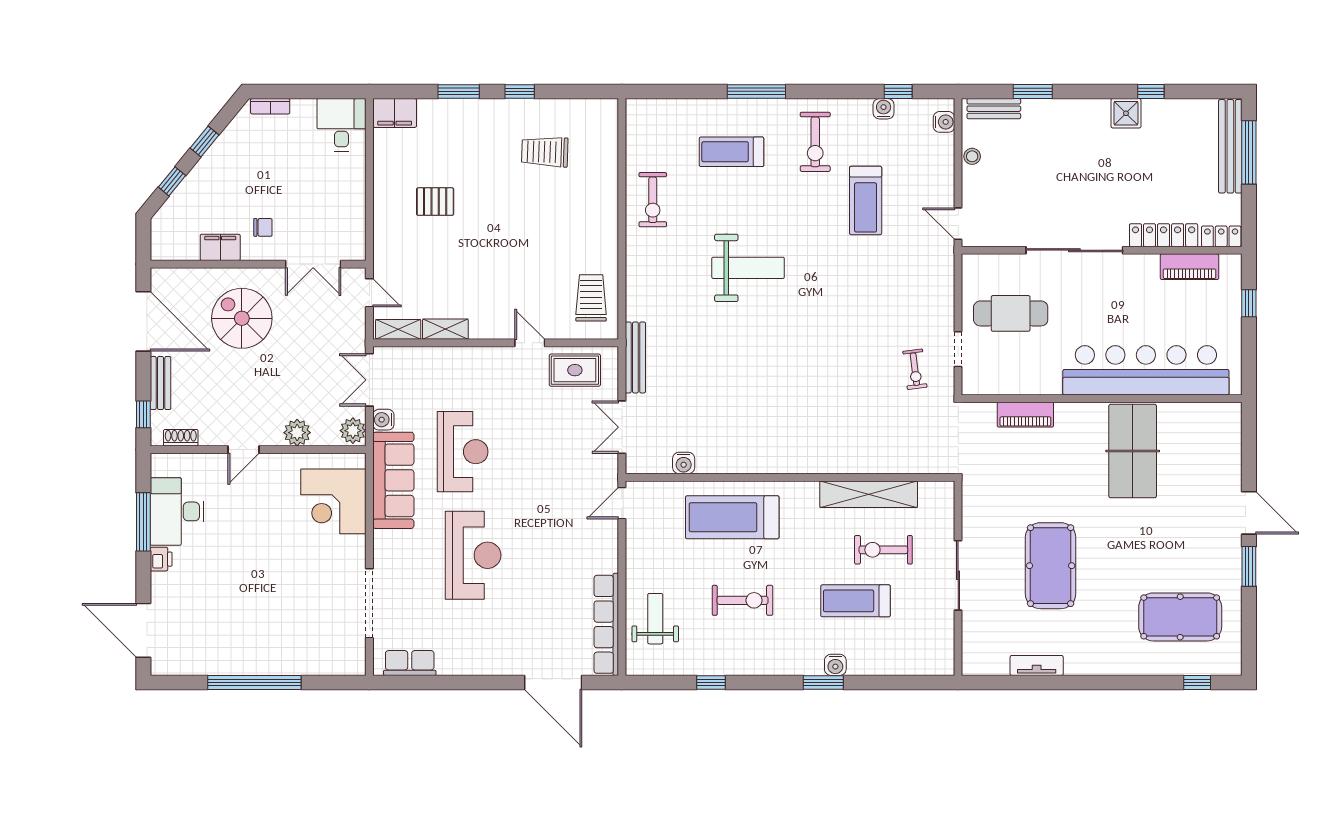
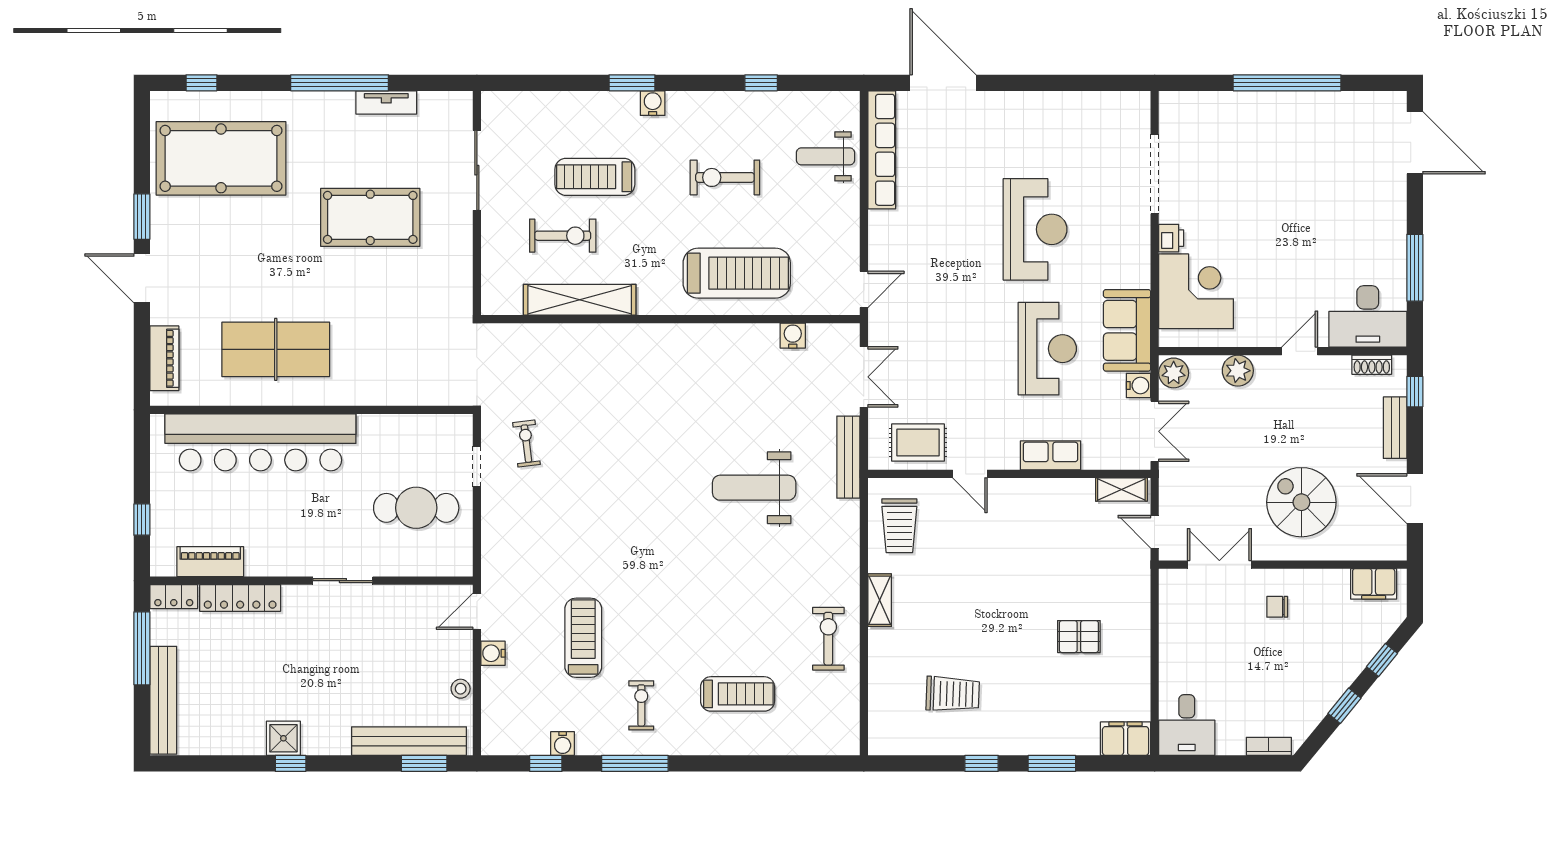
window: (756, 91) -> (635, 763), moved
window: (1033, 91) -> (424, 763), moved
window: (1151, 91) -> (291, 763), moved
bench: (994, 109) -> (409, 741), width x1.86, depth x1.21
water cooler: (944, 122) -> (493, 653), moved
exercise bike: (815, 142) -> (641, 705), width x0.73, depth x0.72
window: (1249, 152) -> (142, 648), moved
door: (958, 224) -> (477, 611), swing flipped
filing cabinet: (220, 247) -> (1374, 584), moved
sliding door: (1074, 250) -> (343, 581), width x0.54
weight bench: (748, 268) -> (754, 488), moved
spiral stairs: (242, 318) -> (1301, 502), turned 180
door: (143, 321) -> (1415, 499), width x0.73
shelving: (445, 329) -> (880, 600), moved, turned 90
piano: (1025, 415) -> (164, 358), moved, turned 90
table tennis table: (1133, 451) -> (276, 349), turned 90
reception desk: (463, 452) -> (1047, 349), turned 180
sofa: (393, 480) -> (1127, 330), width x0.73
desk: (177, 511) -> (1368, 316), moved, turned 90
reception desk: (473, 555) -> (1035, 229), turned 180
printer: (161, 559) -> (1171, 238), moved, turned 180
pool table: (1051, 566) -> (370, 217), turned 90
sliding door: (958, 575) -> (477, 170), moved
treadmill: (855, 601) -> (595, 177), turned 180
pool table: (1180, 617) -> (221, 158), width x1.36, depth x1.32
weight bench: (655, 619) -> (825, 156), turned 90
row of seats: (410, 663) -> (1050, 455), moved, turned 180
water cooler: (835, 665) -> (653, 103), moved
window: (1077, 682) -> (340, 83), added

